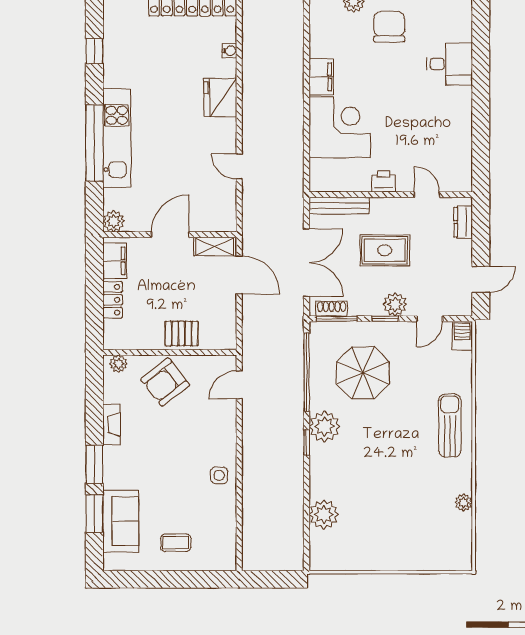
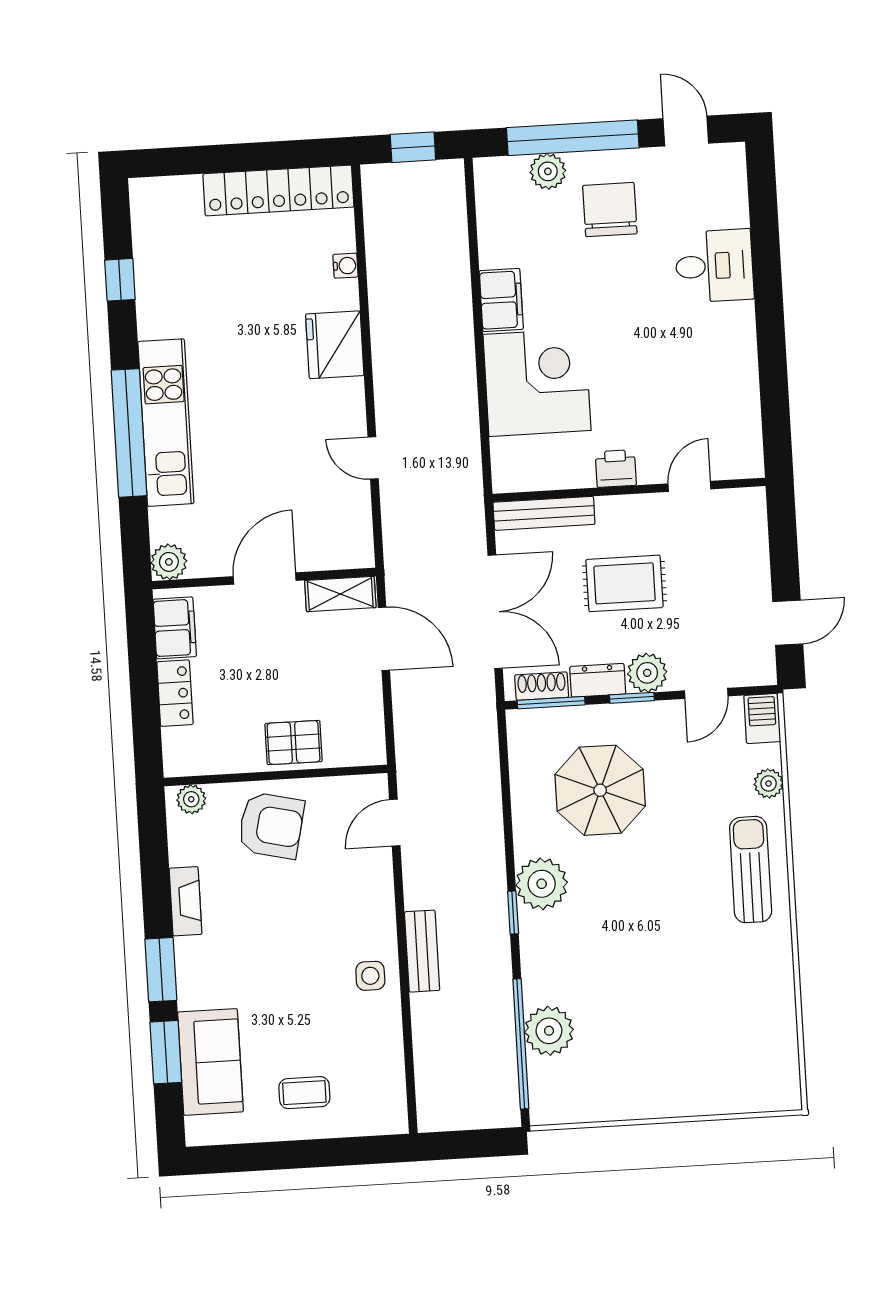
door: (427, 195) -> (689, 486), hinge flipped
dresser: (463, 222) -> (598, 680), moved, turned 90
window: (307, 372) -> (521, 1044), moved
armchair: (165, 382) -> (271, 825), turned -129
bench: (251, 462) -> (422, 951), added
plant: (464, 503) -> (769, 783), moved

